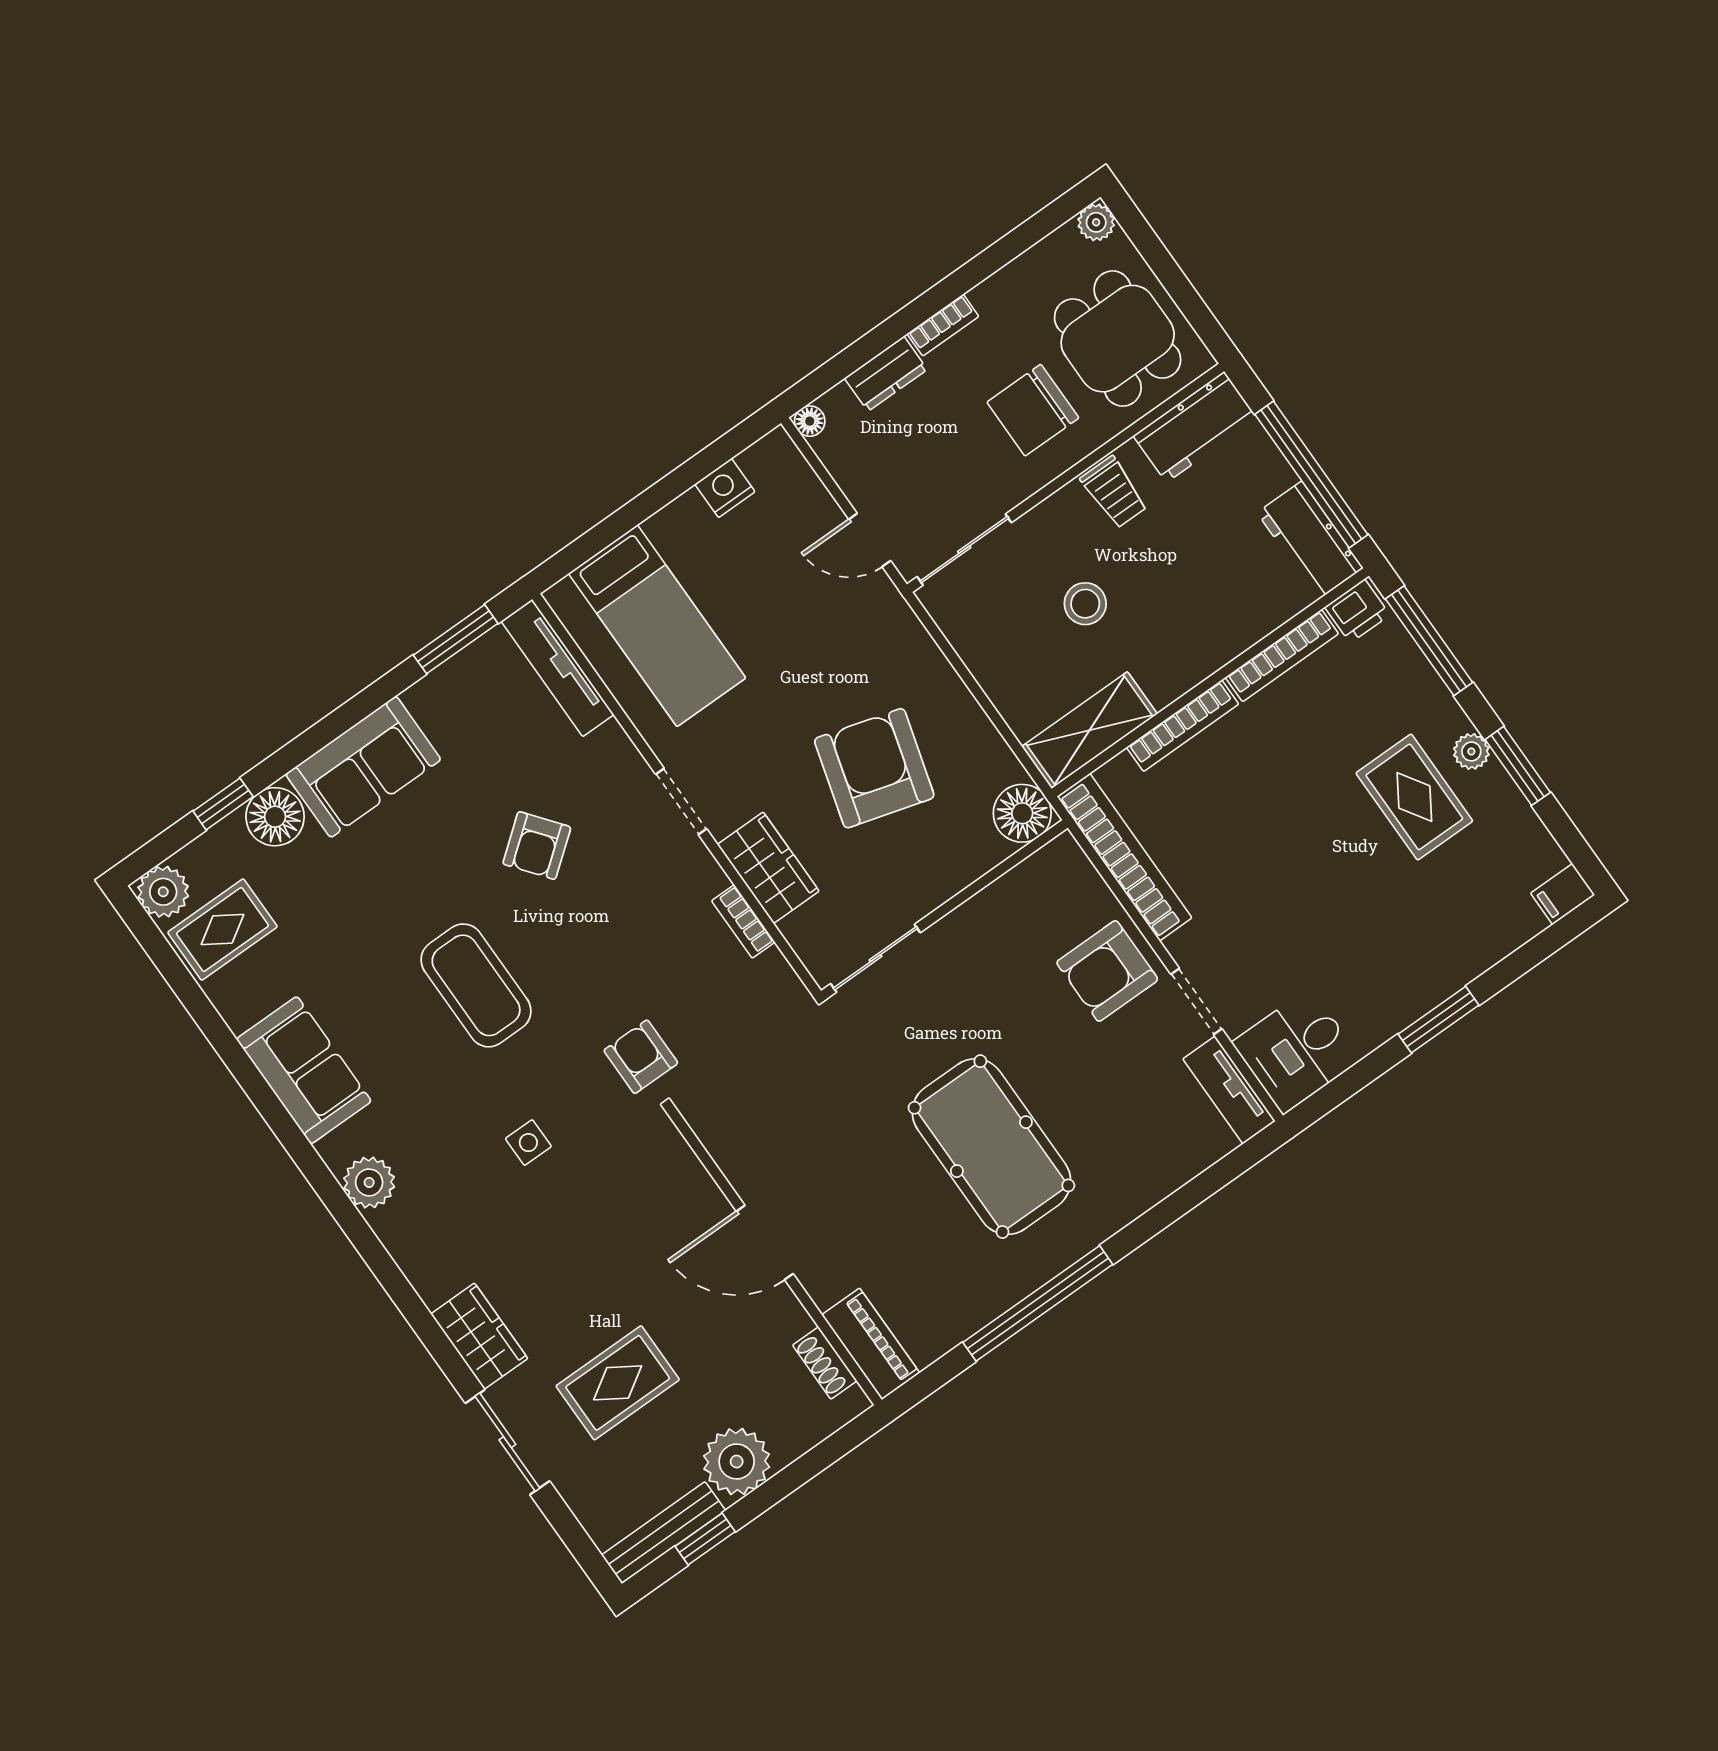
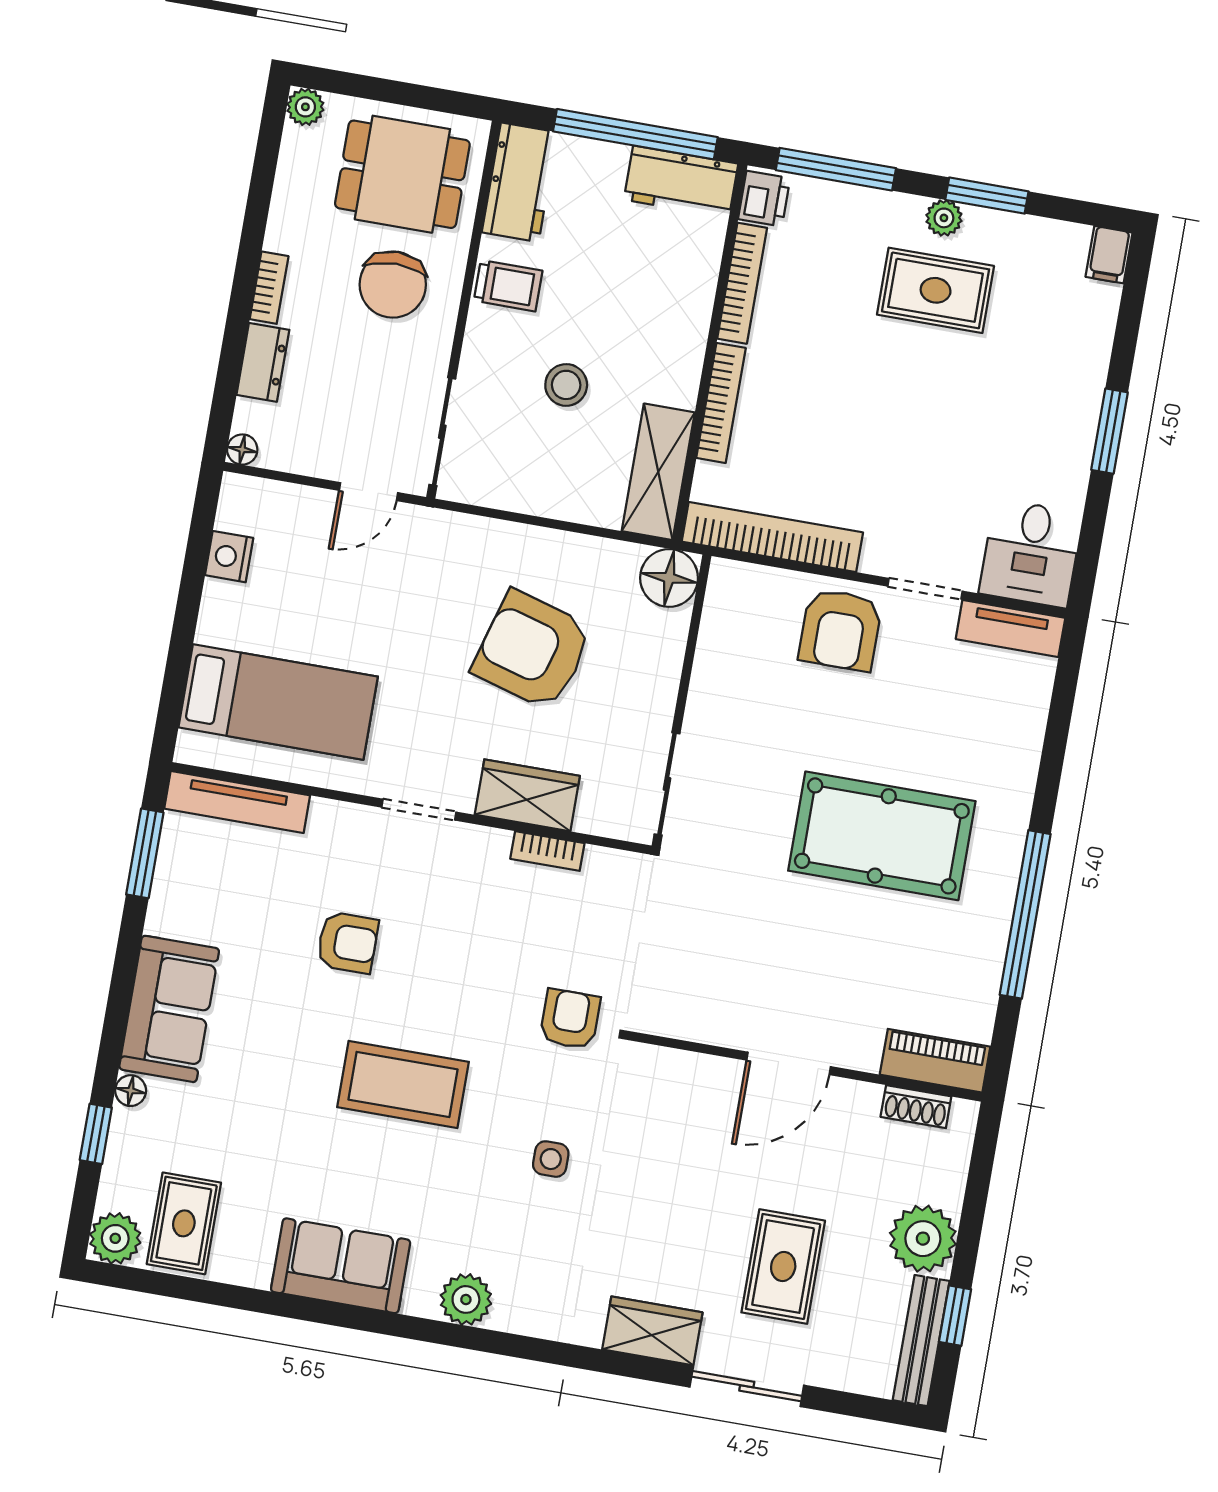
floor lamp: (275, 817) -> (131, 1091), width x0.53, depth x0.53
armchair: (537, 845) -> (348, 942), turned -52
armchair: (641, 1057) -> (570, 1019), turned 90

